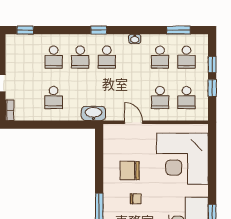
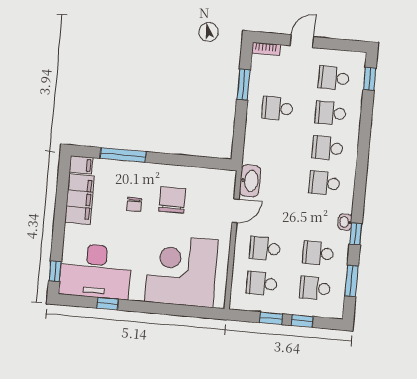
window: (99, 30) -> (356, 234), moved
school desk: (27, 57) -> (334, 78), added
washbasin: (93, 113) -> (250, 181), moved
window: (38, 125) -> (244, 85), added

